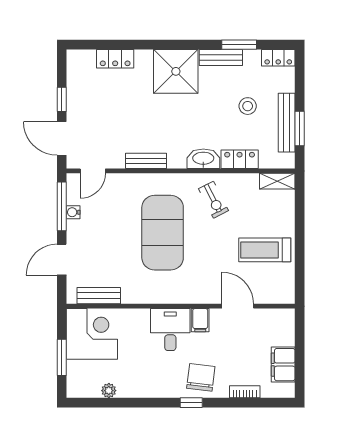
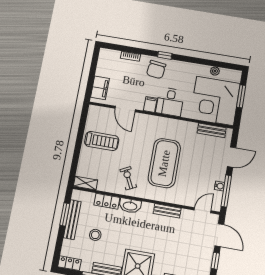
corner desk: (92, 334) -> (215, 101), width x1.36, depth x1.36
filing cabinet: (283, 365) -> (100, 88), moved

